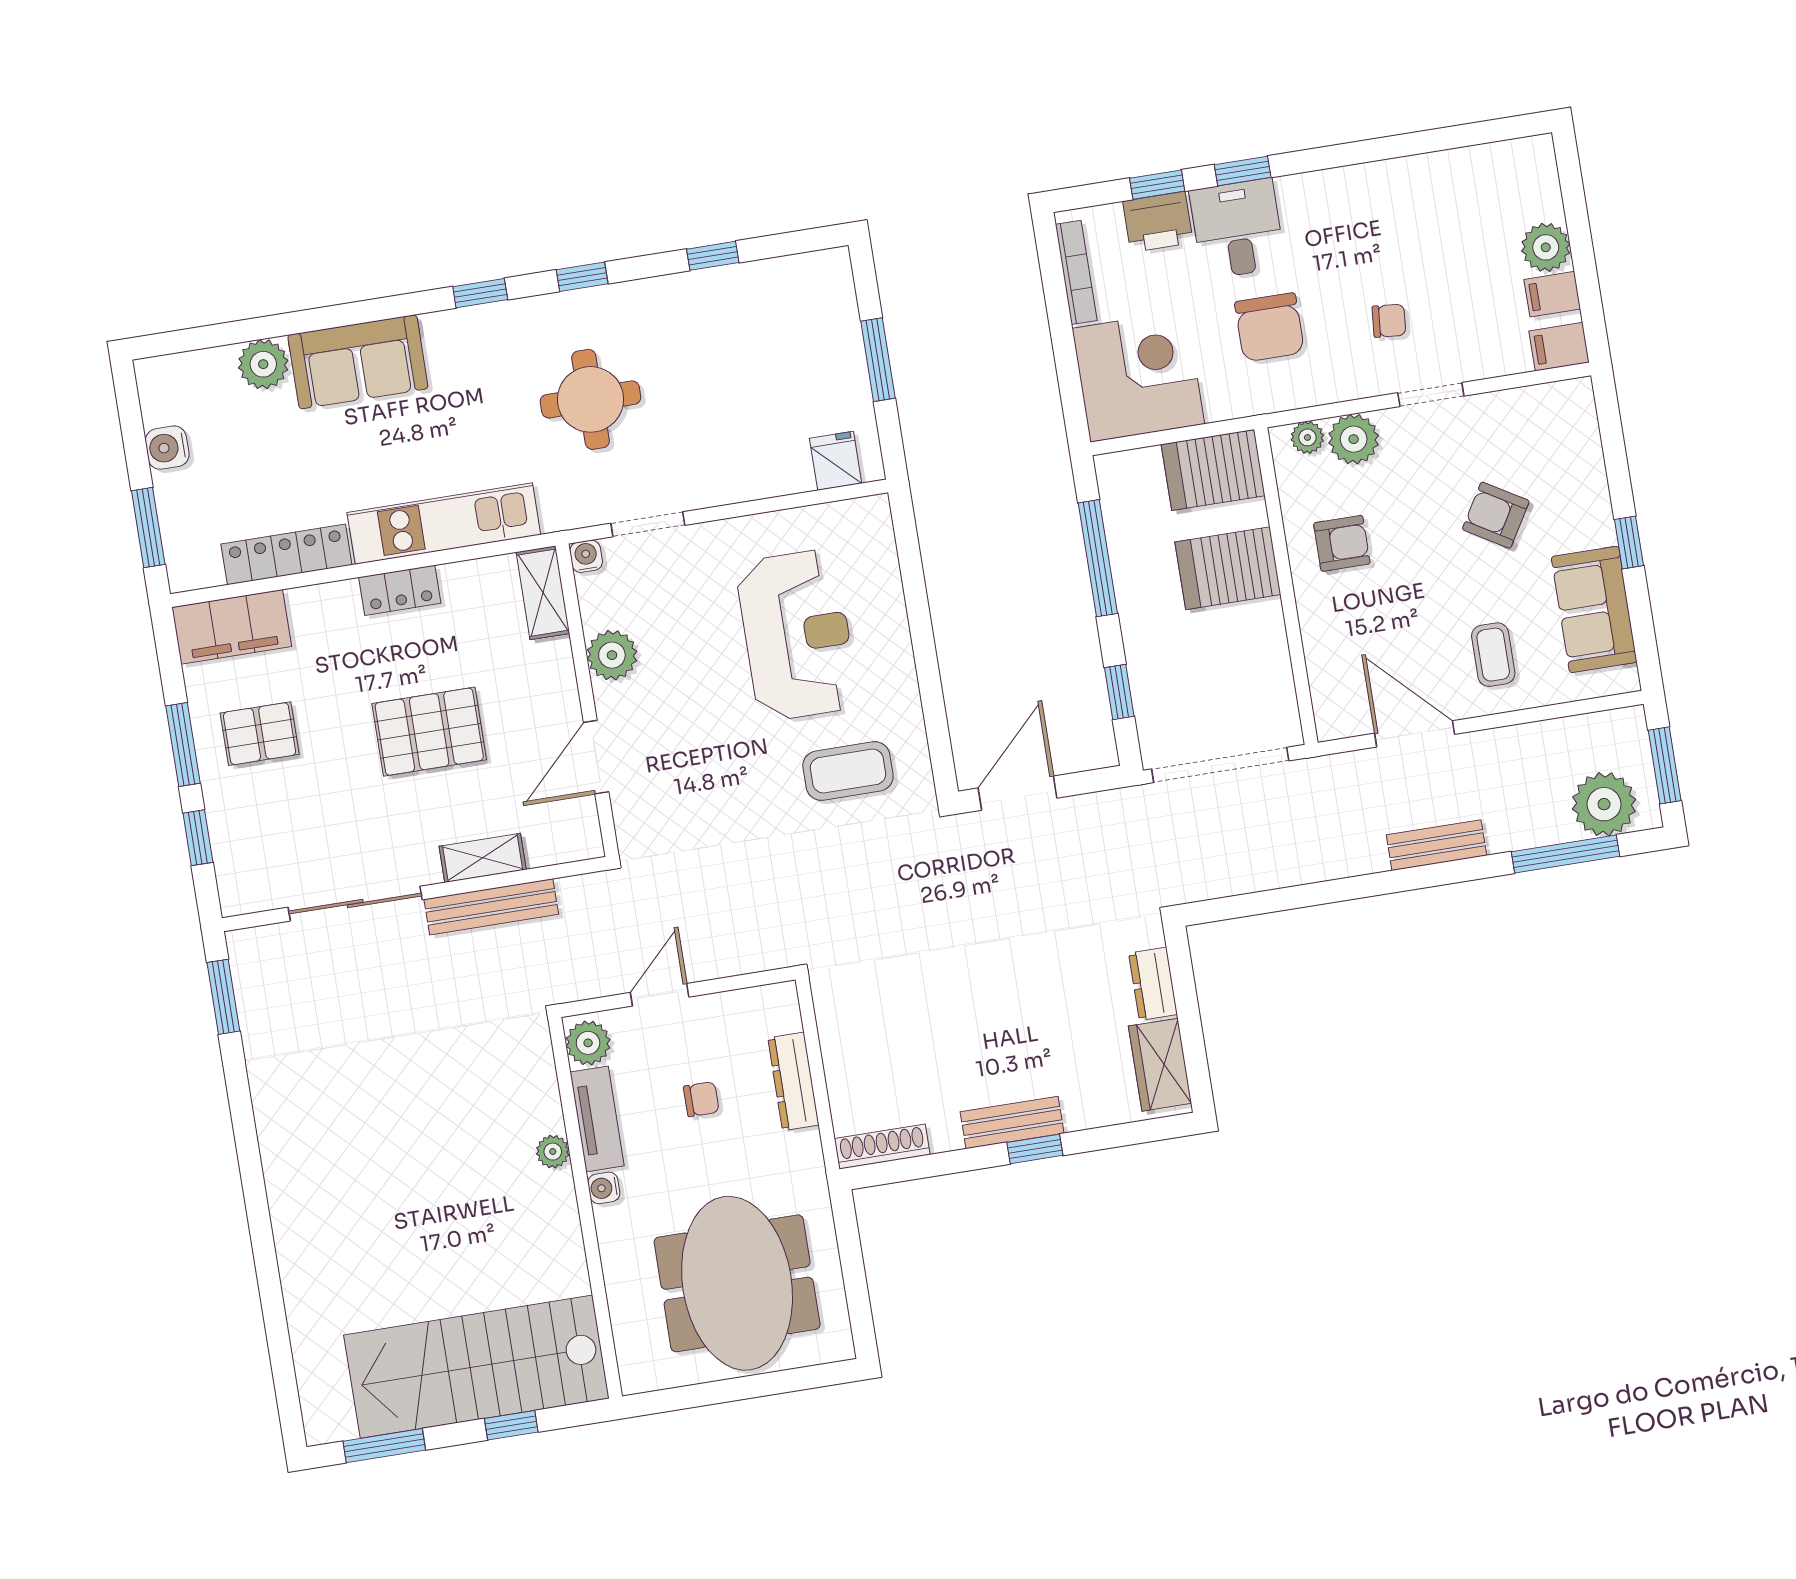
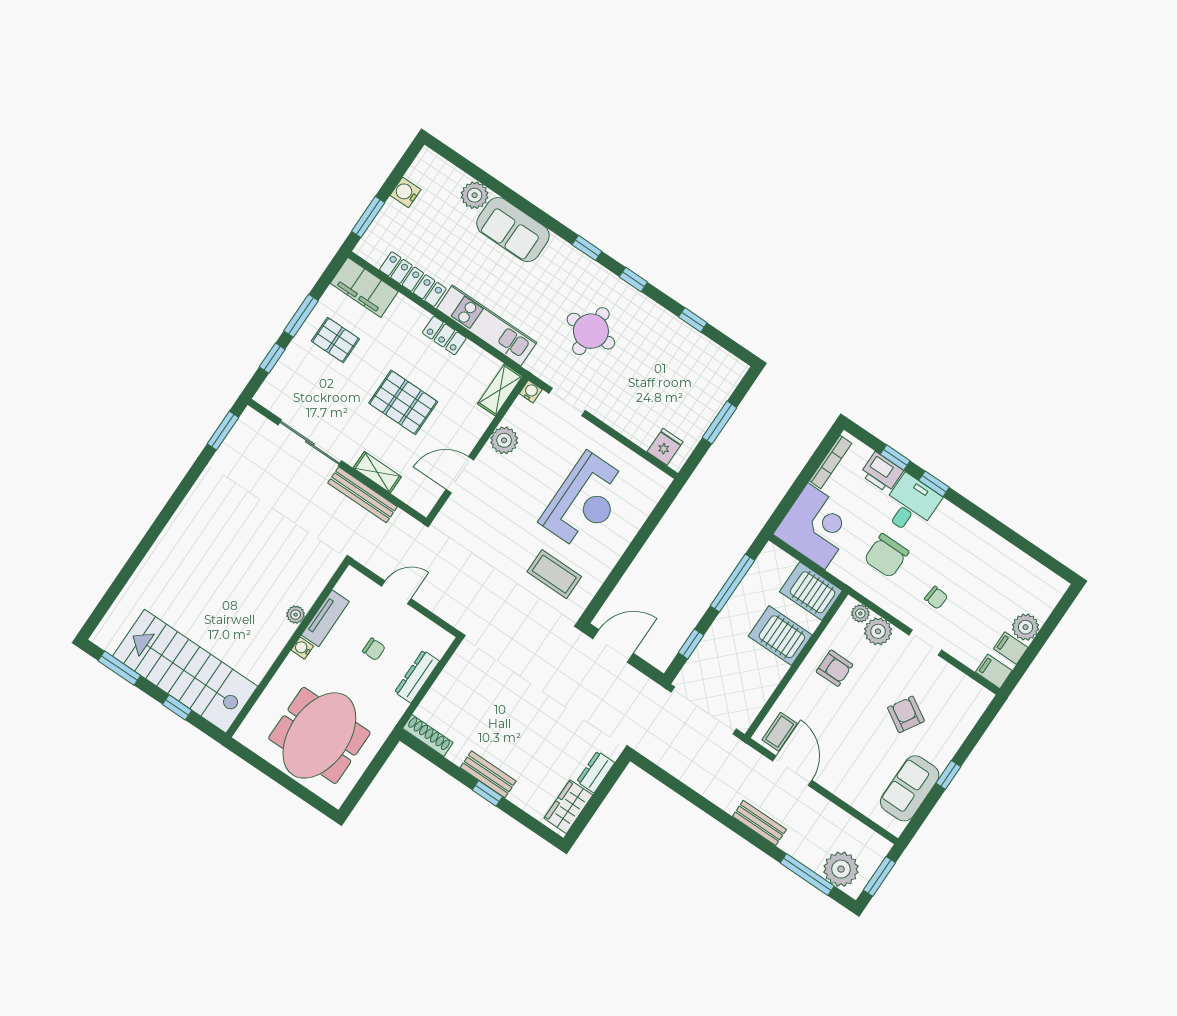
coffee table: (1493, 655) -> (780, 732), moved
plant: (588, 1043) -> (350, 585), removed

